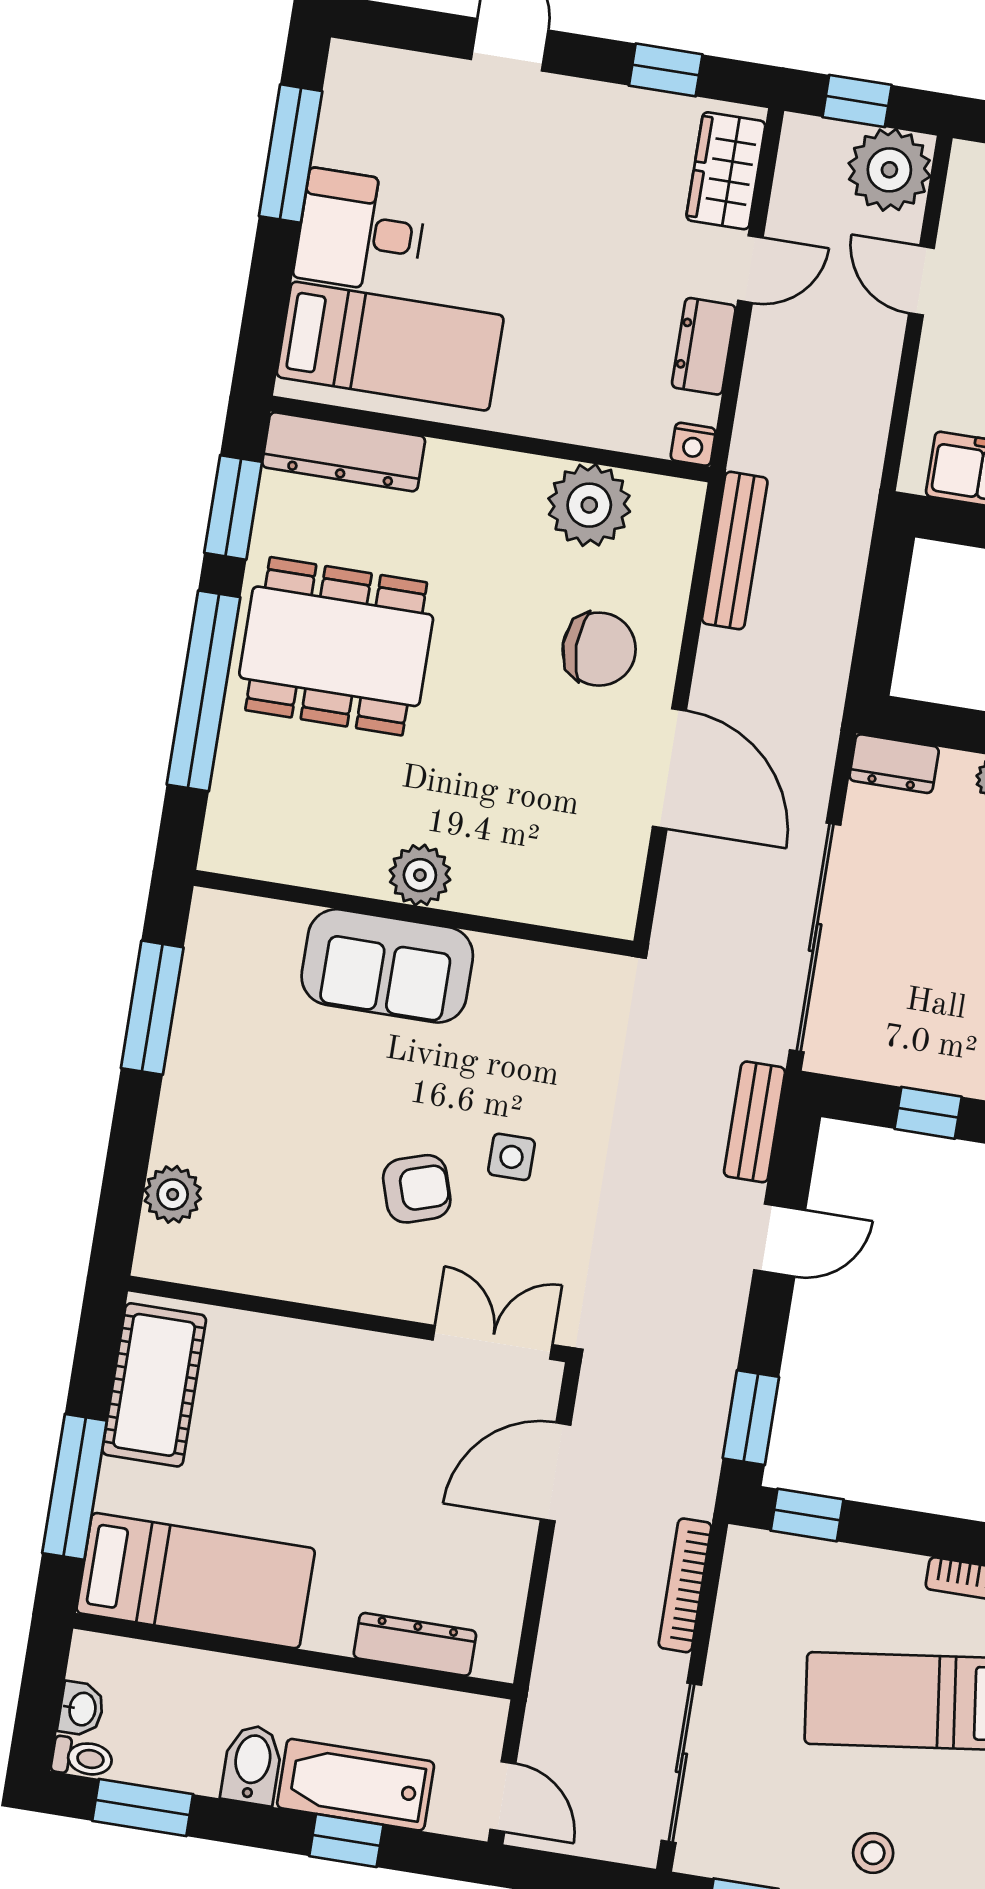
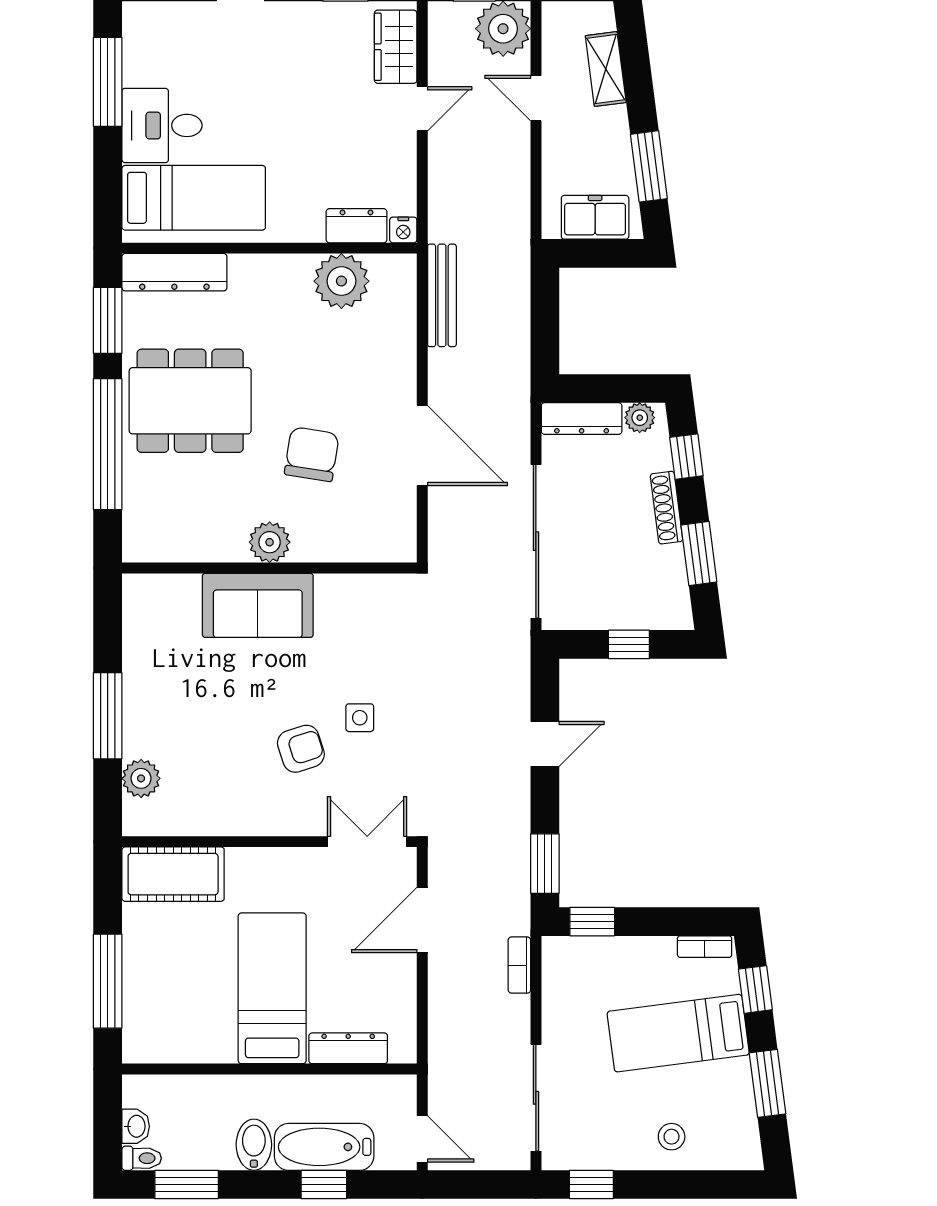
dresser: (704, 346) -> (357, 226), moved, turned 90
chair: (599, 649) -> (312, 454), moved, turned -81
dresser: (894, 764) -> (582, 418), width x1.44
window: (152, 1008) -> (108, 716), moved
bench: (755, 1122) -> (516, 669), removed
cot: (154, 1385) -> (173, 874), moved, turned 90
bed: (196, 1581) -> (272, 988), moved, turned -90
bookcase: (685, 1585) -> (519, 965), width x0.64

